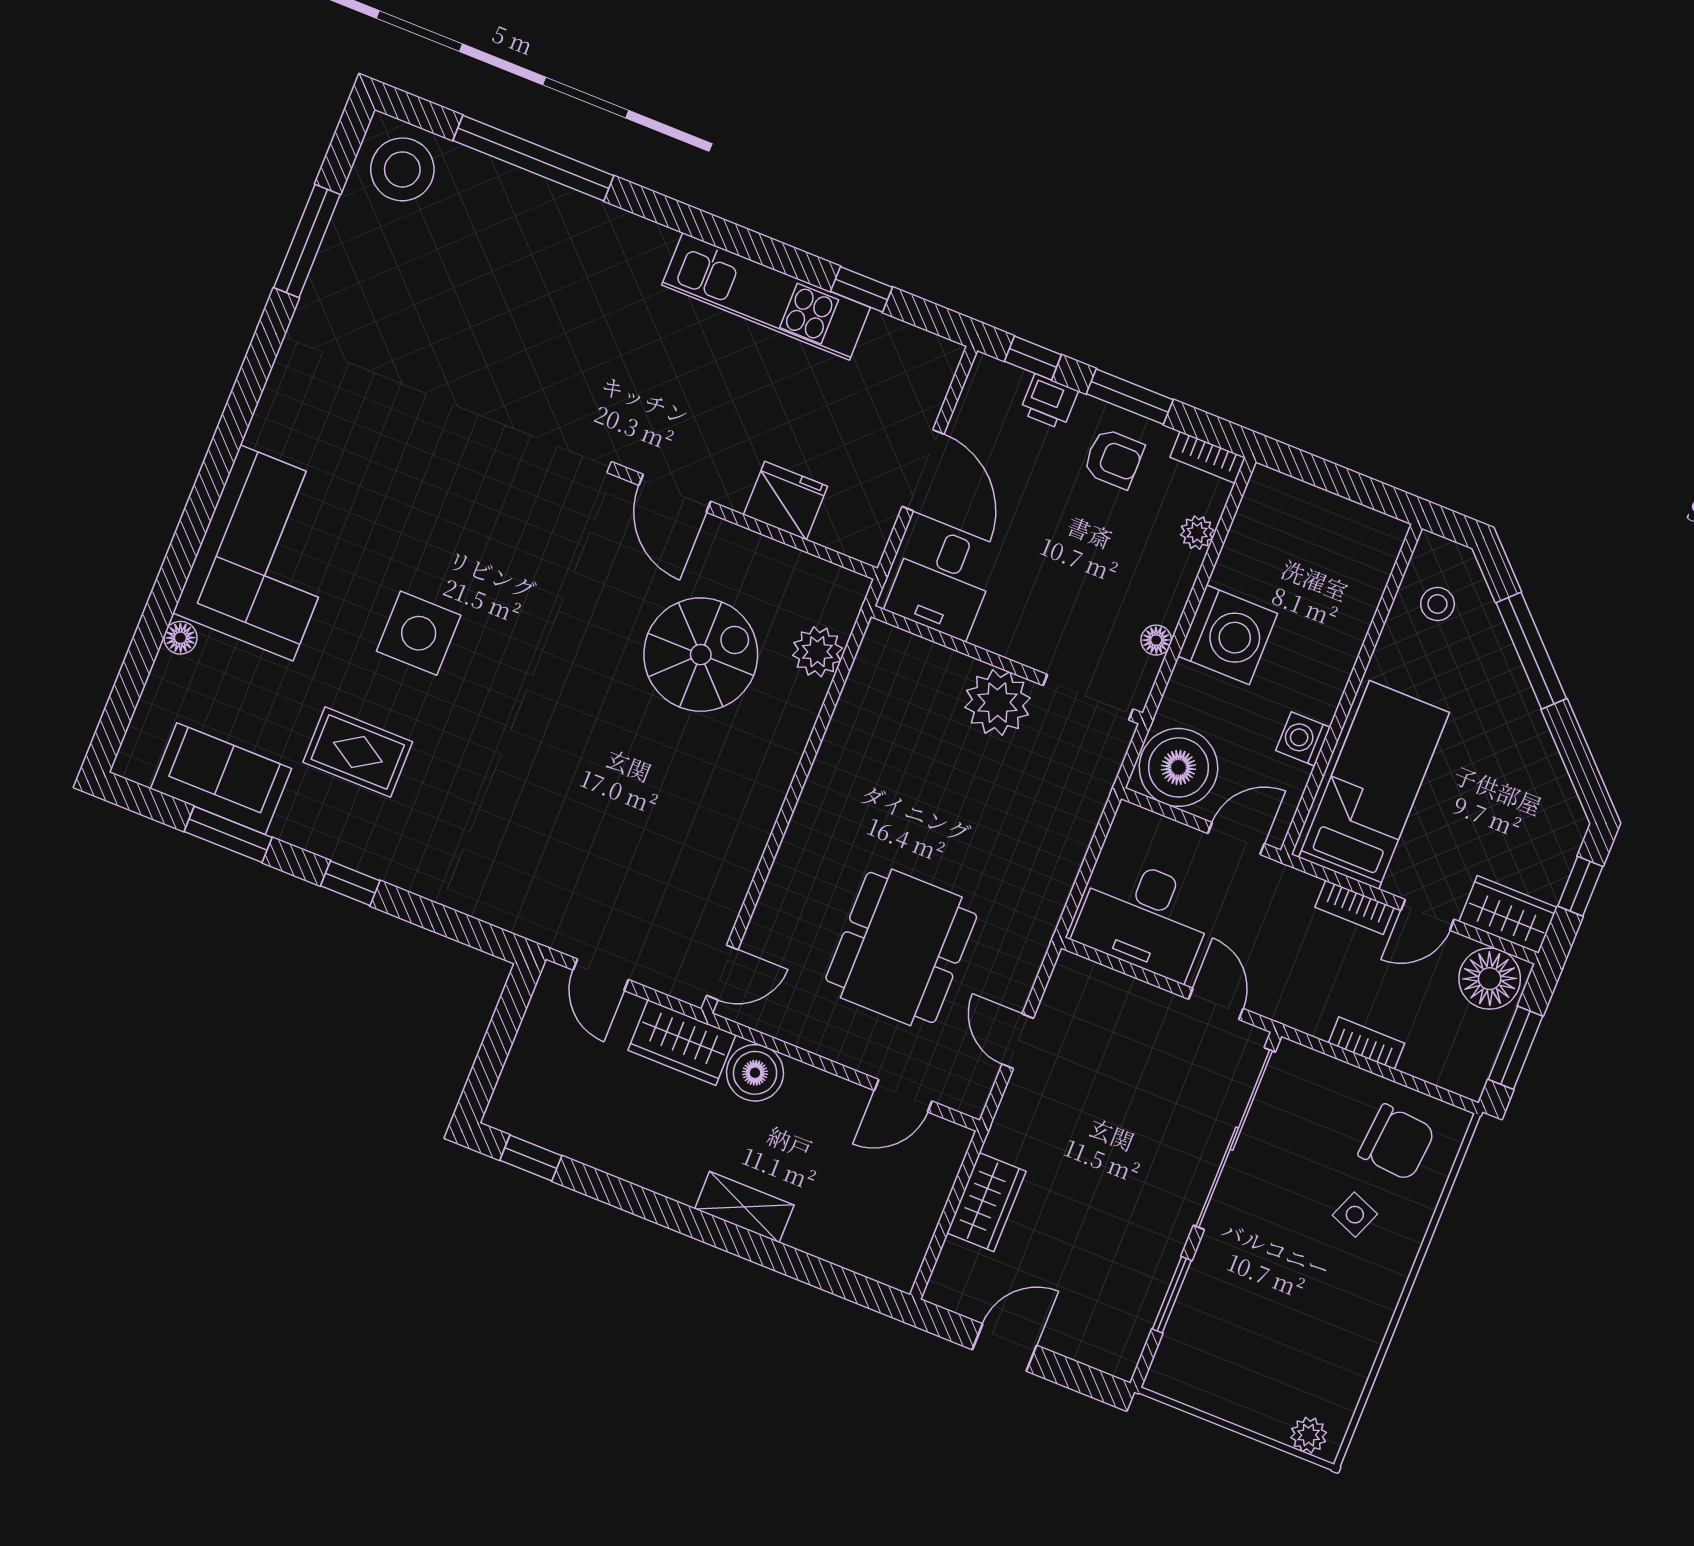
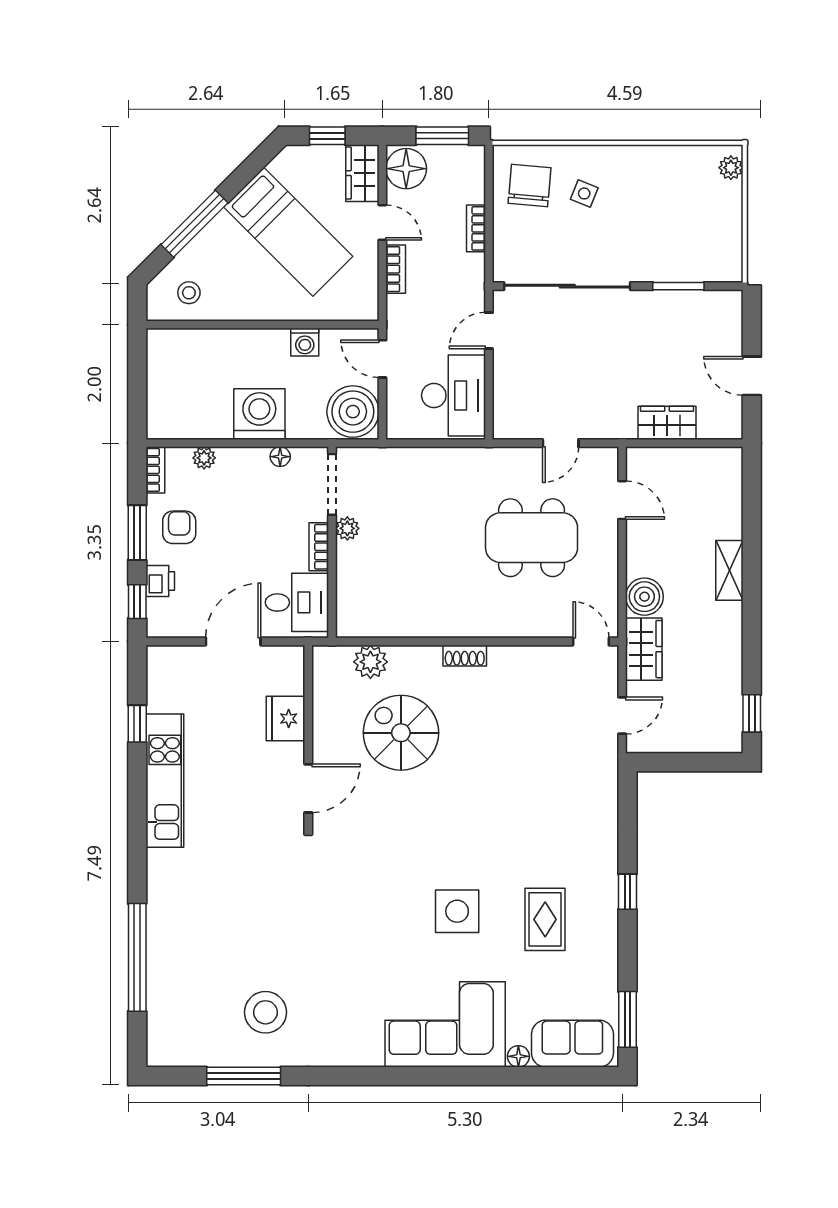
stool: (402, 169) -> (265, 1012), moved
bookcase: (1008, 644) -> (319, 547), added
plant: (997, 703) -> (347, 528), width x0.53, depth x0.53
sofa: (221, 779) -> (572, 1044), moved, turned 90
bed: (1374, 785) -> (288, 232), moved, turned -135
shoe rack: (773, 787) -> (465, 656), added
window: (228, 834) -> (627, 1019), moved

